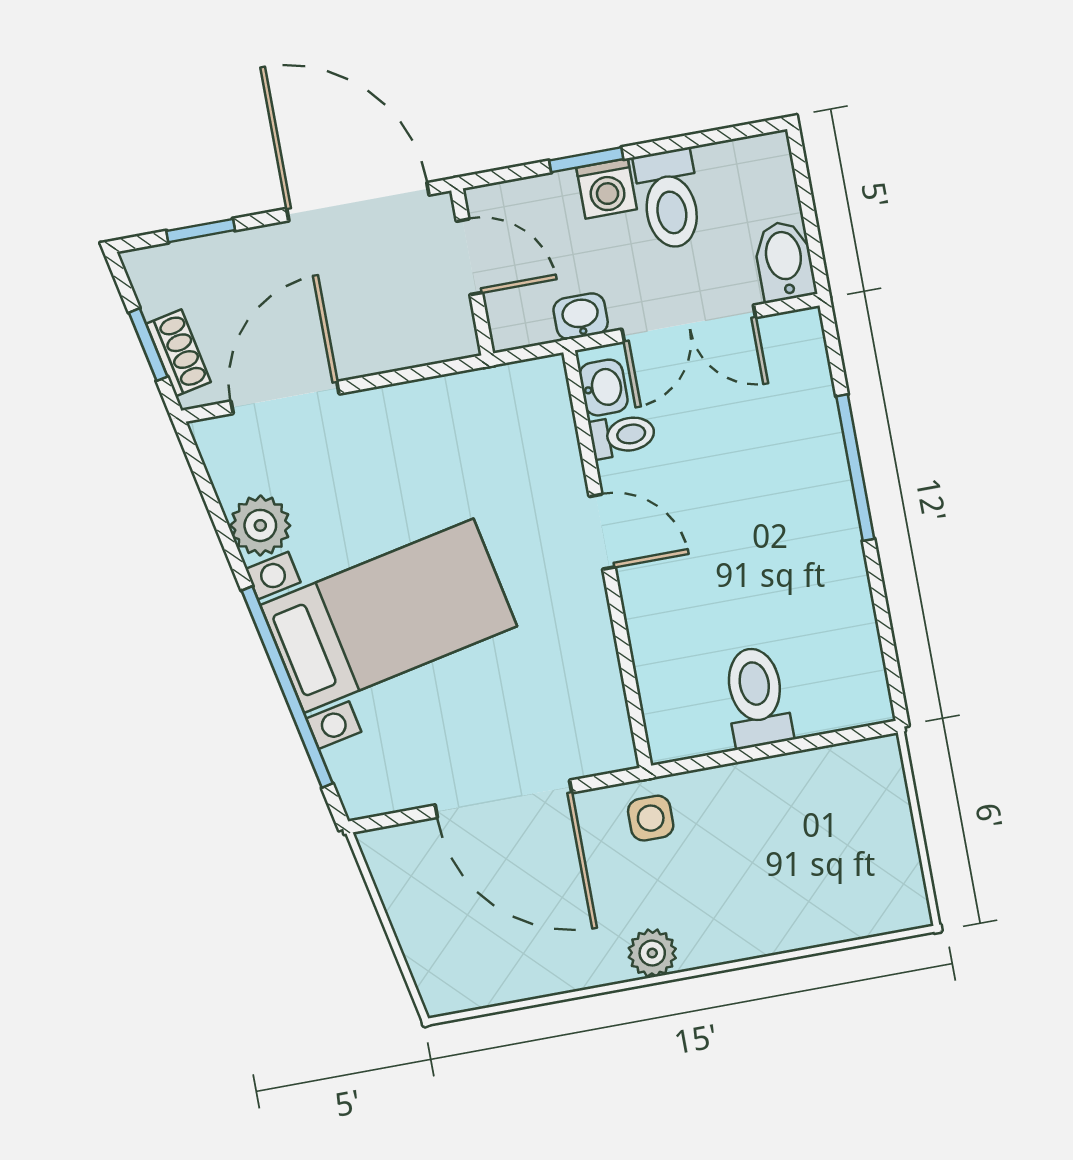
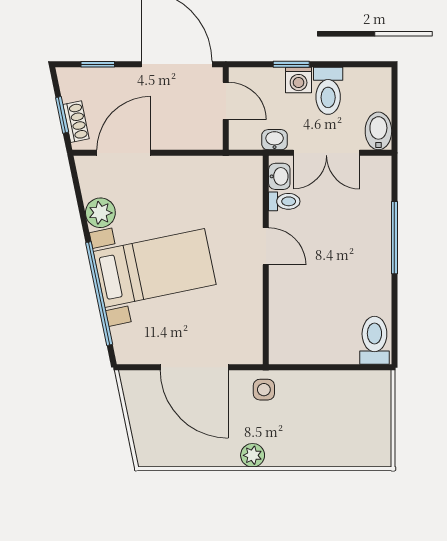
toilet: (757, 697) -> (374, 340), moved

